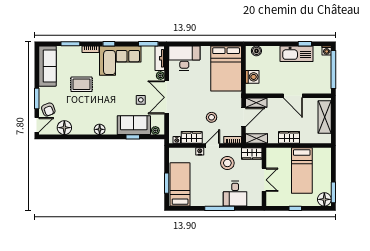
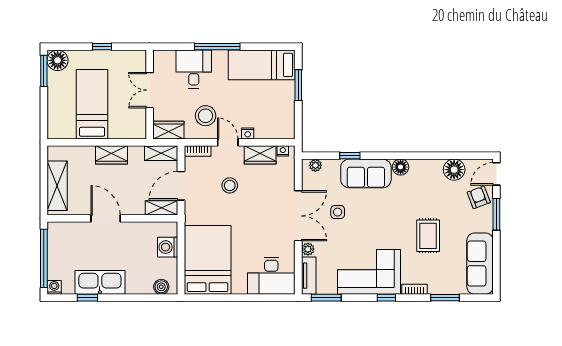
rug: (82, 84) -> (428, 236), turned 90
sofa: (134, 125) -> (366, 173), moved
door: (213, 146) -> (228, 142), swing flipped
bed: (180, 184) -> (262, 65), moved, turned 90

